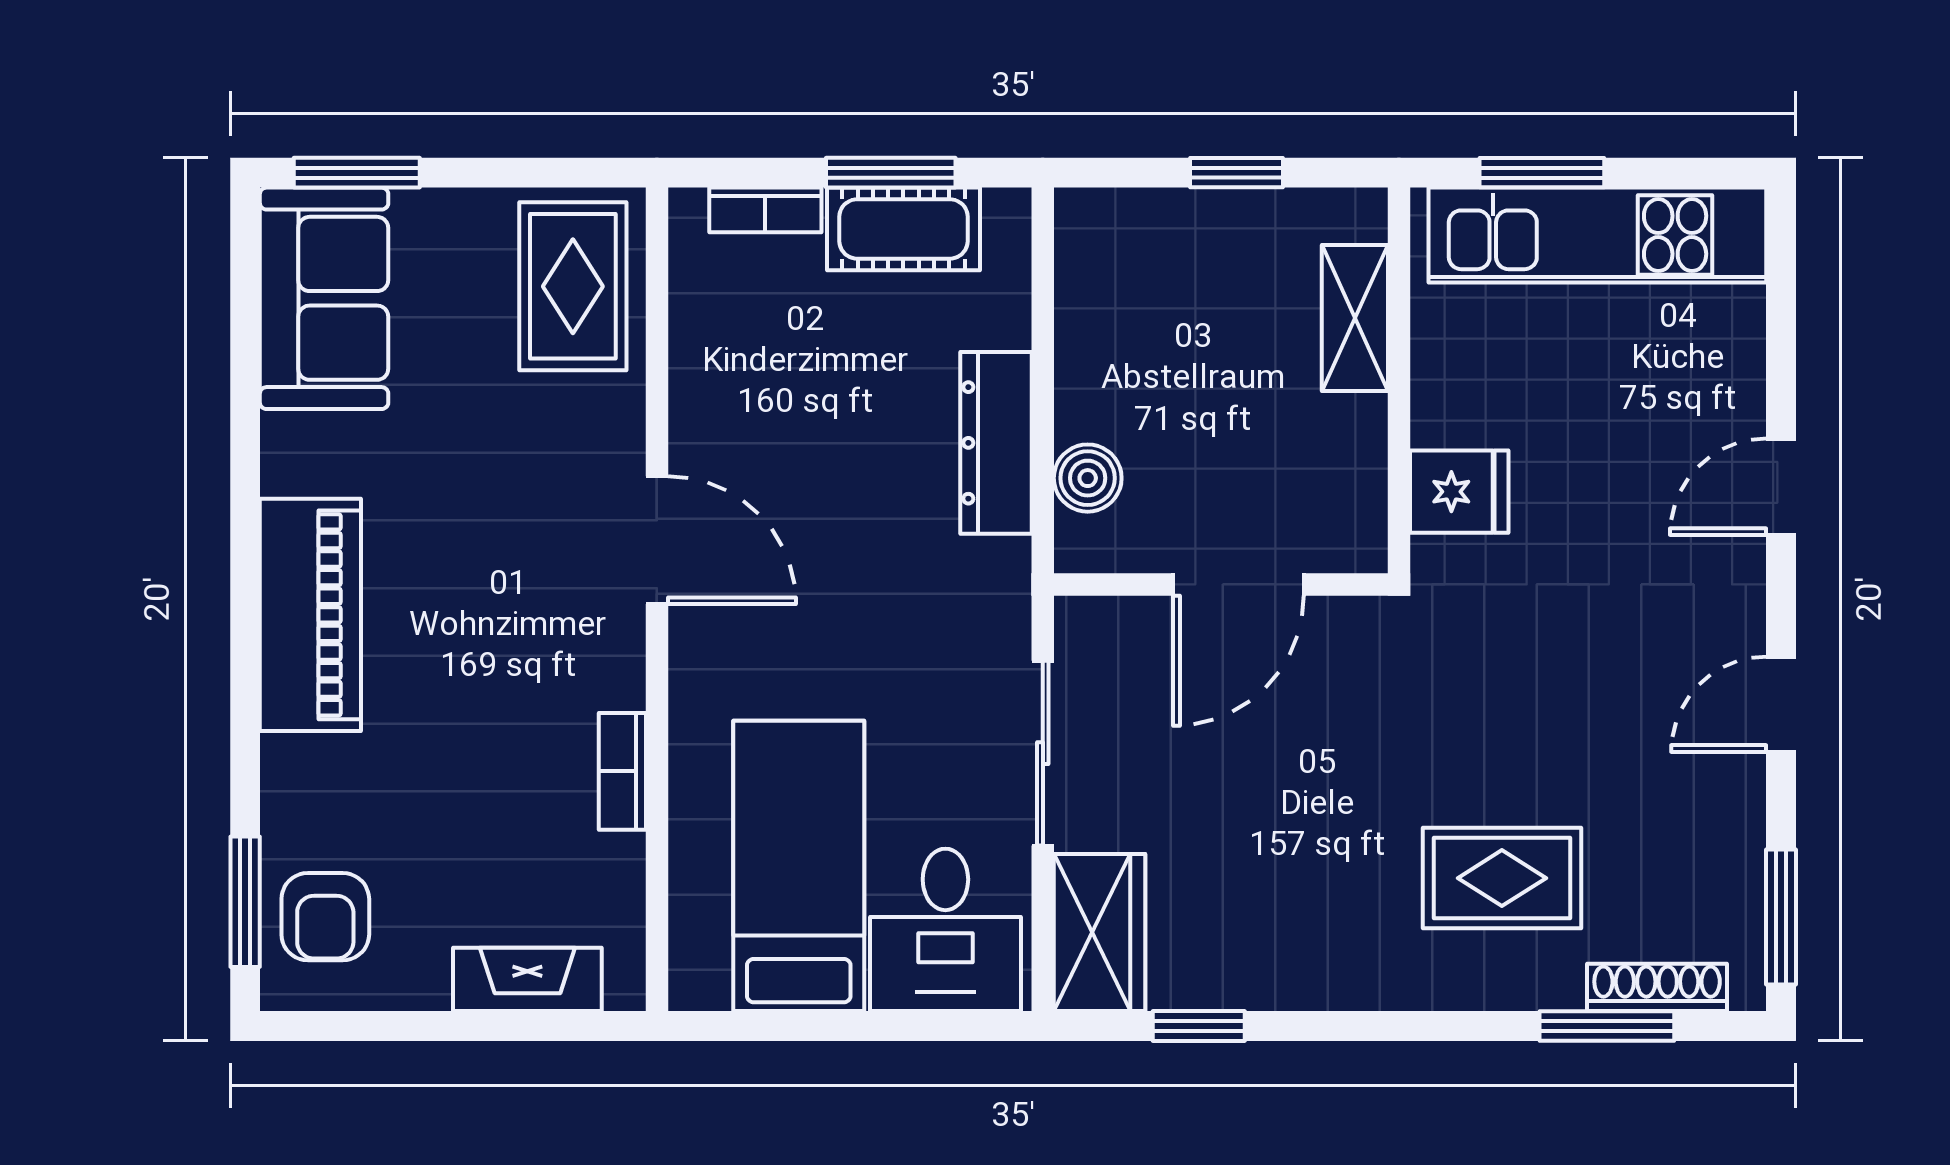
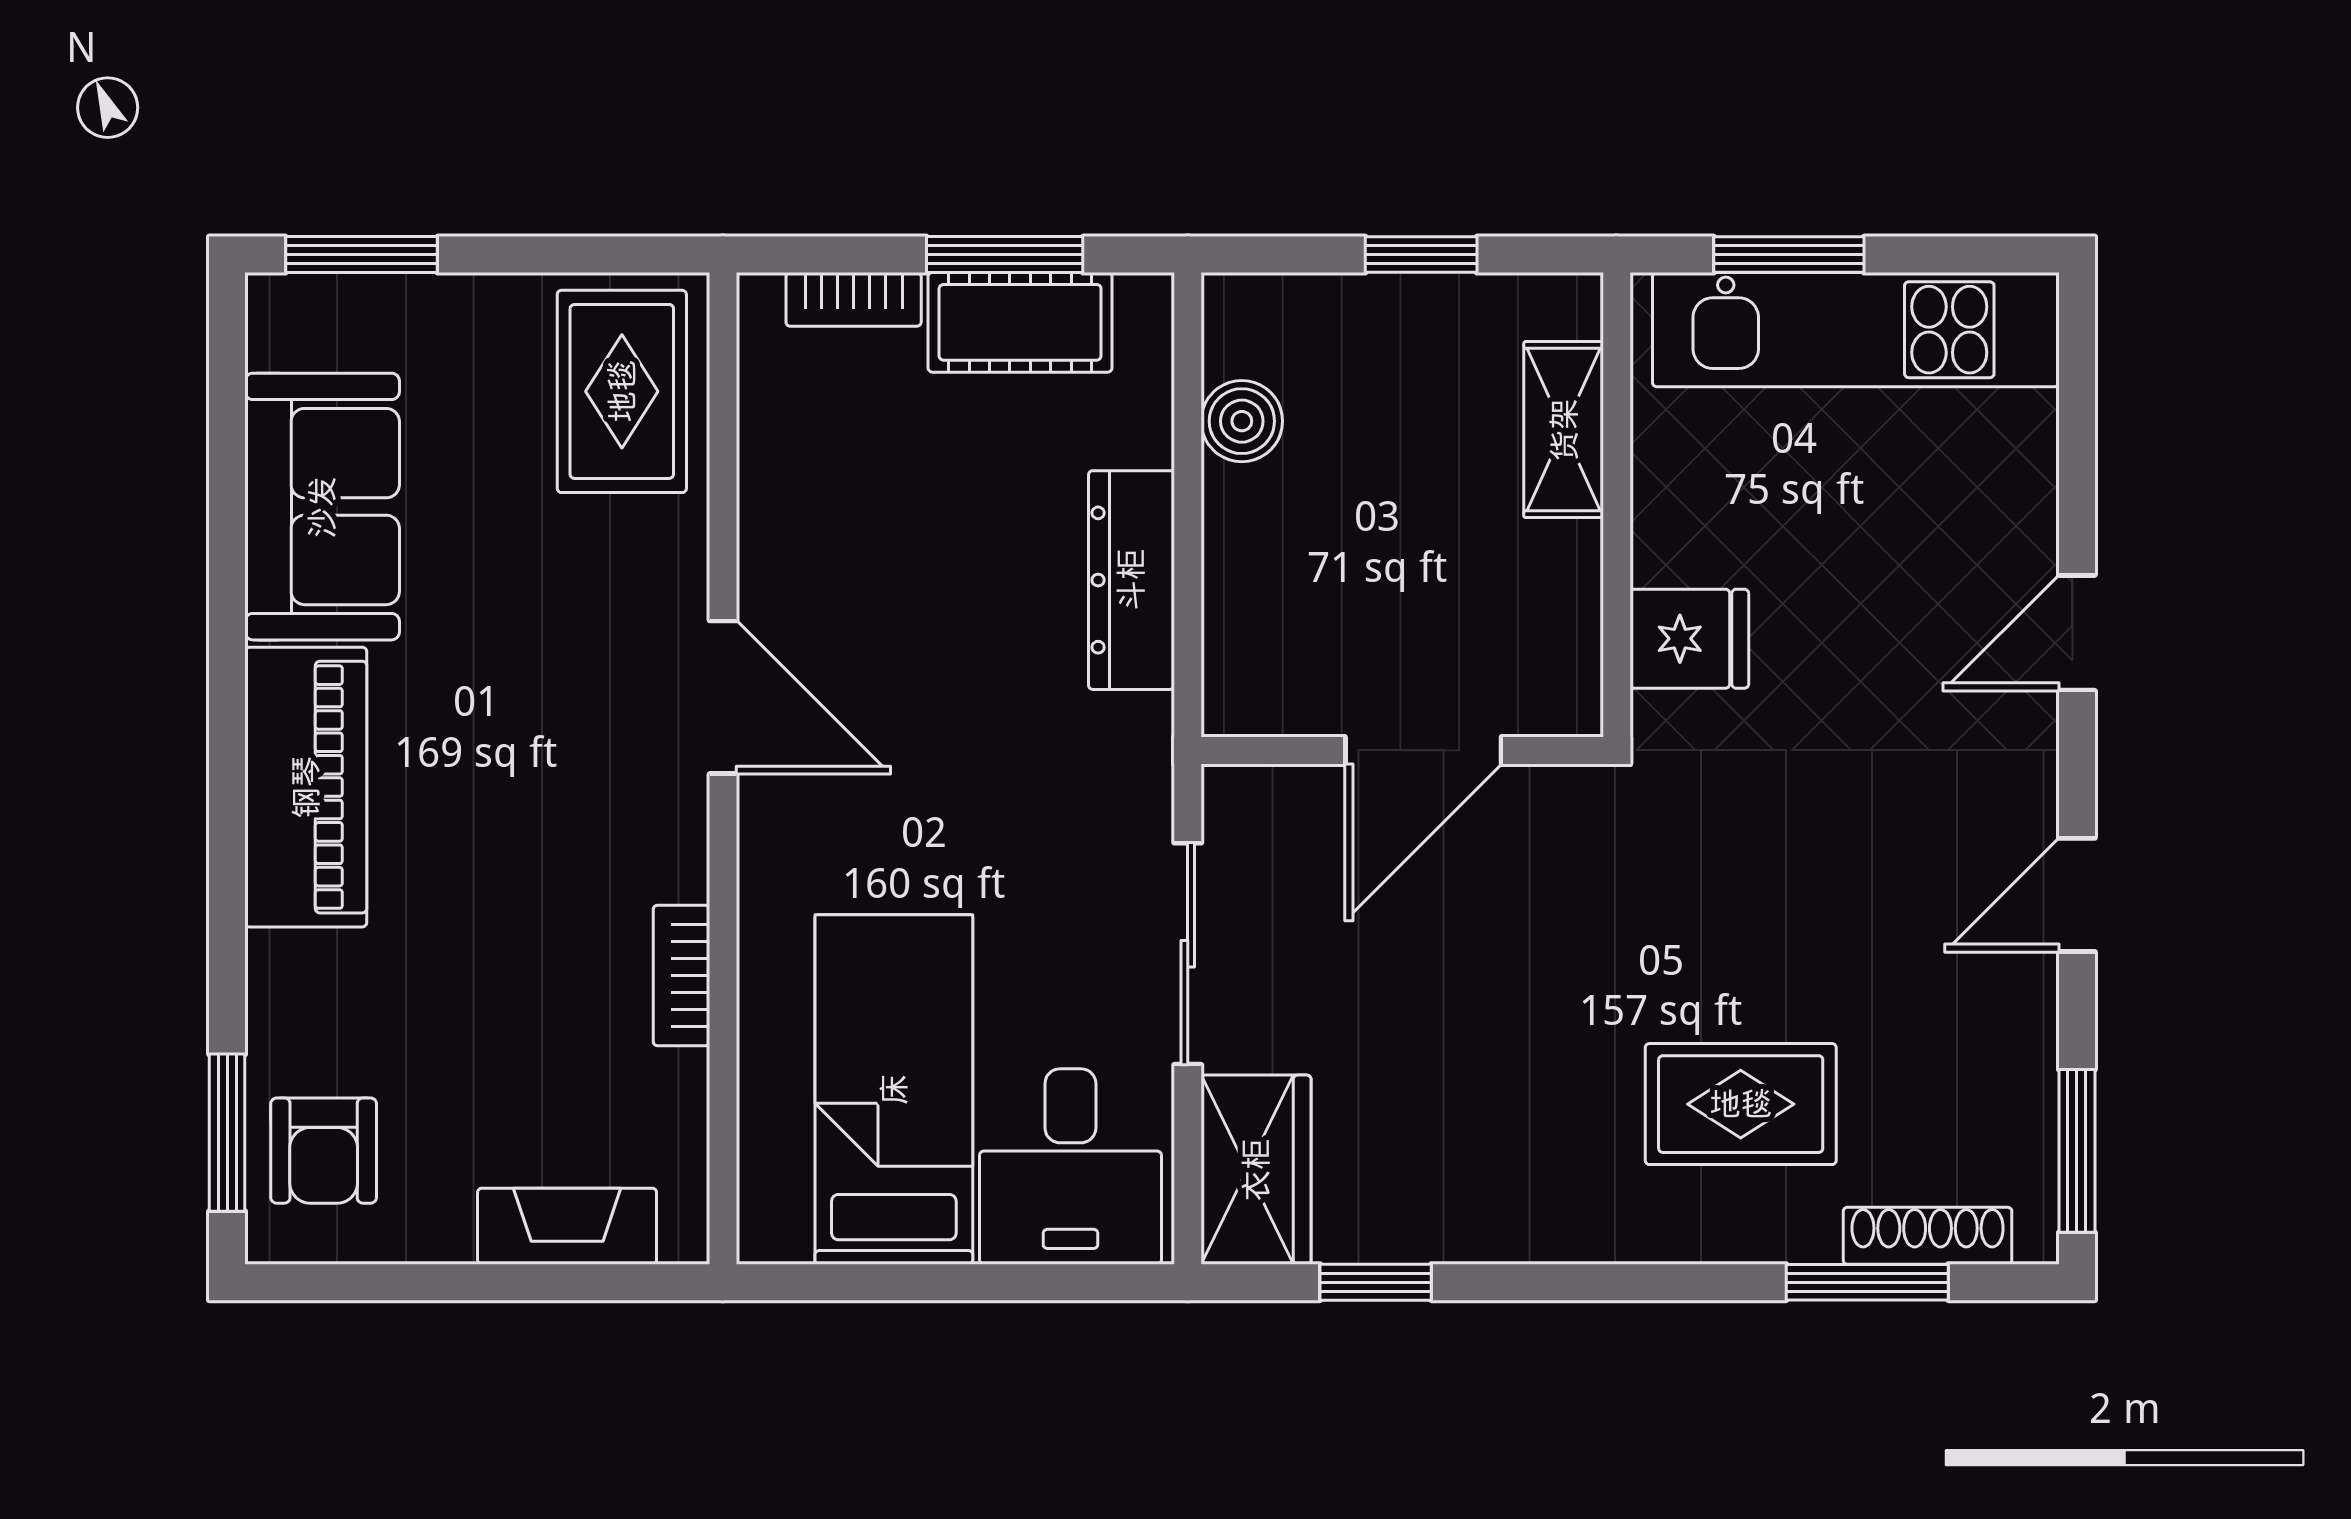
sofa: (324, 298) -> (322, 507), moved
boiler: (1088, 478) -> (1242, 421), moved

